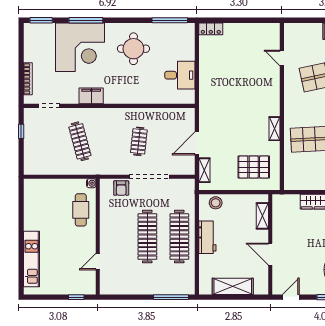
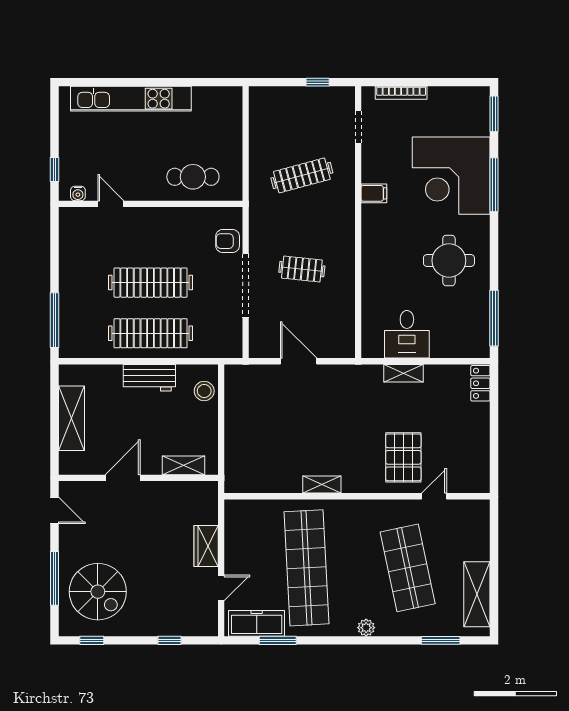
filing cabinet: (91, 96) -> (374, 193), width x0.50
pallet: (254, 167) -> (403, 457), moved
shelving: (204, 170) -> (404, 373), moved
water cooler: (91, 183) -> (78, 193), moved
kitchen unit: (32, 259) -> (131, 99), width x1.36

